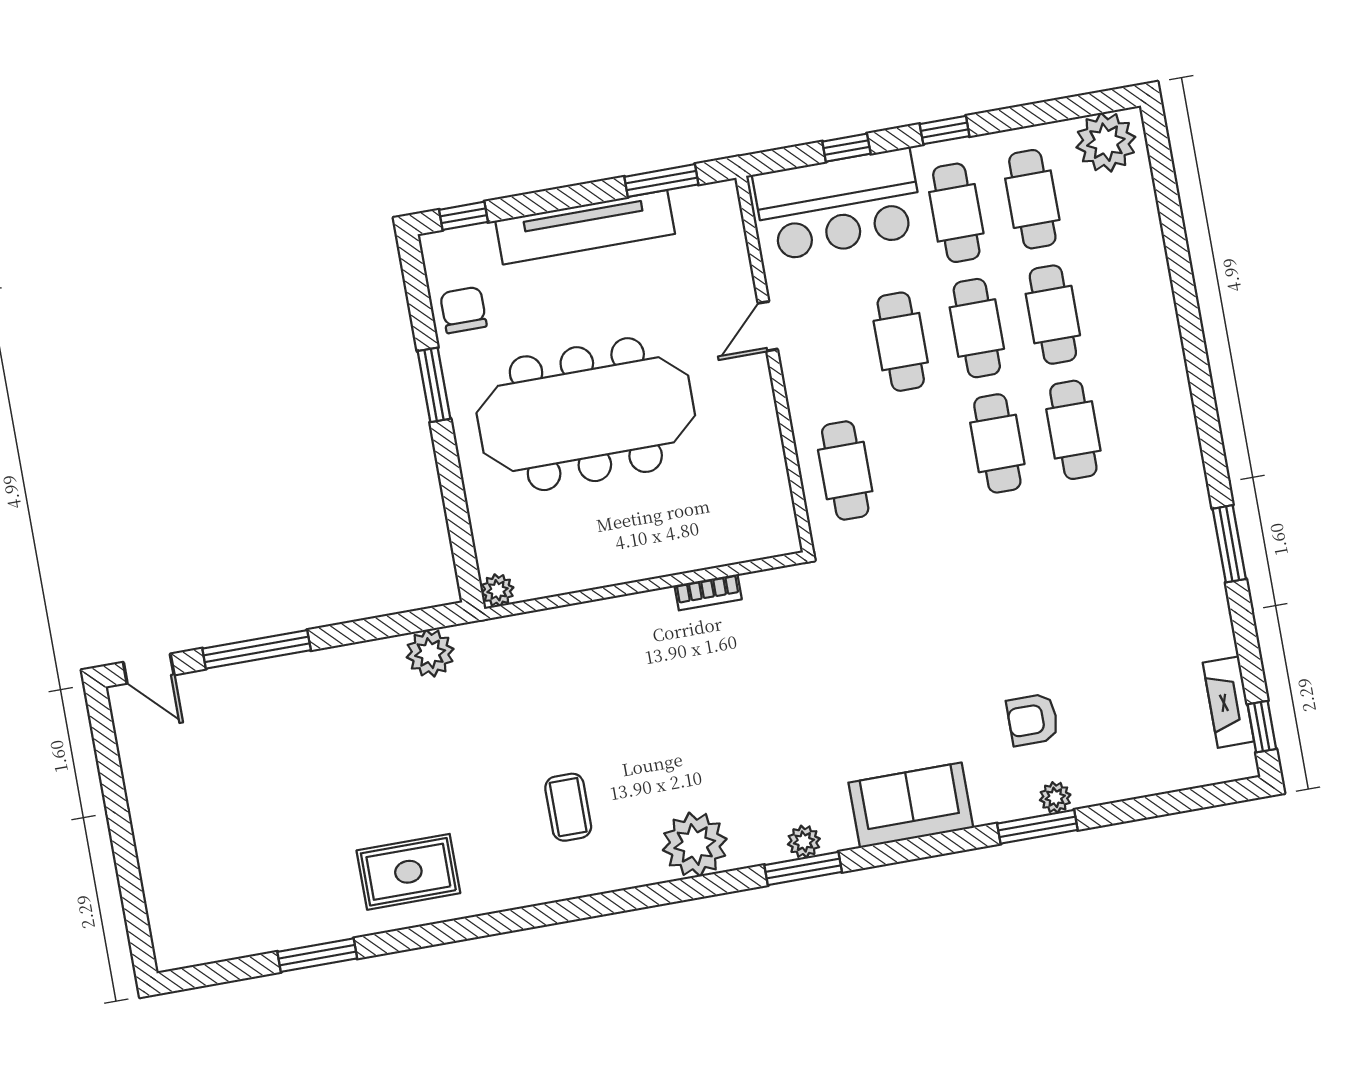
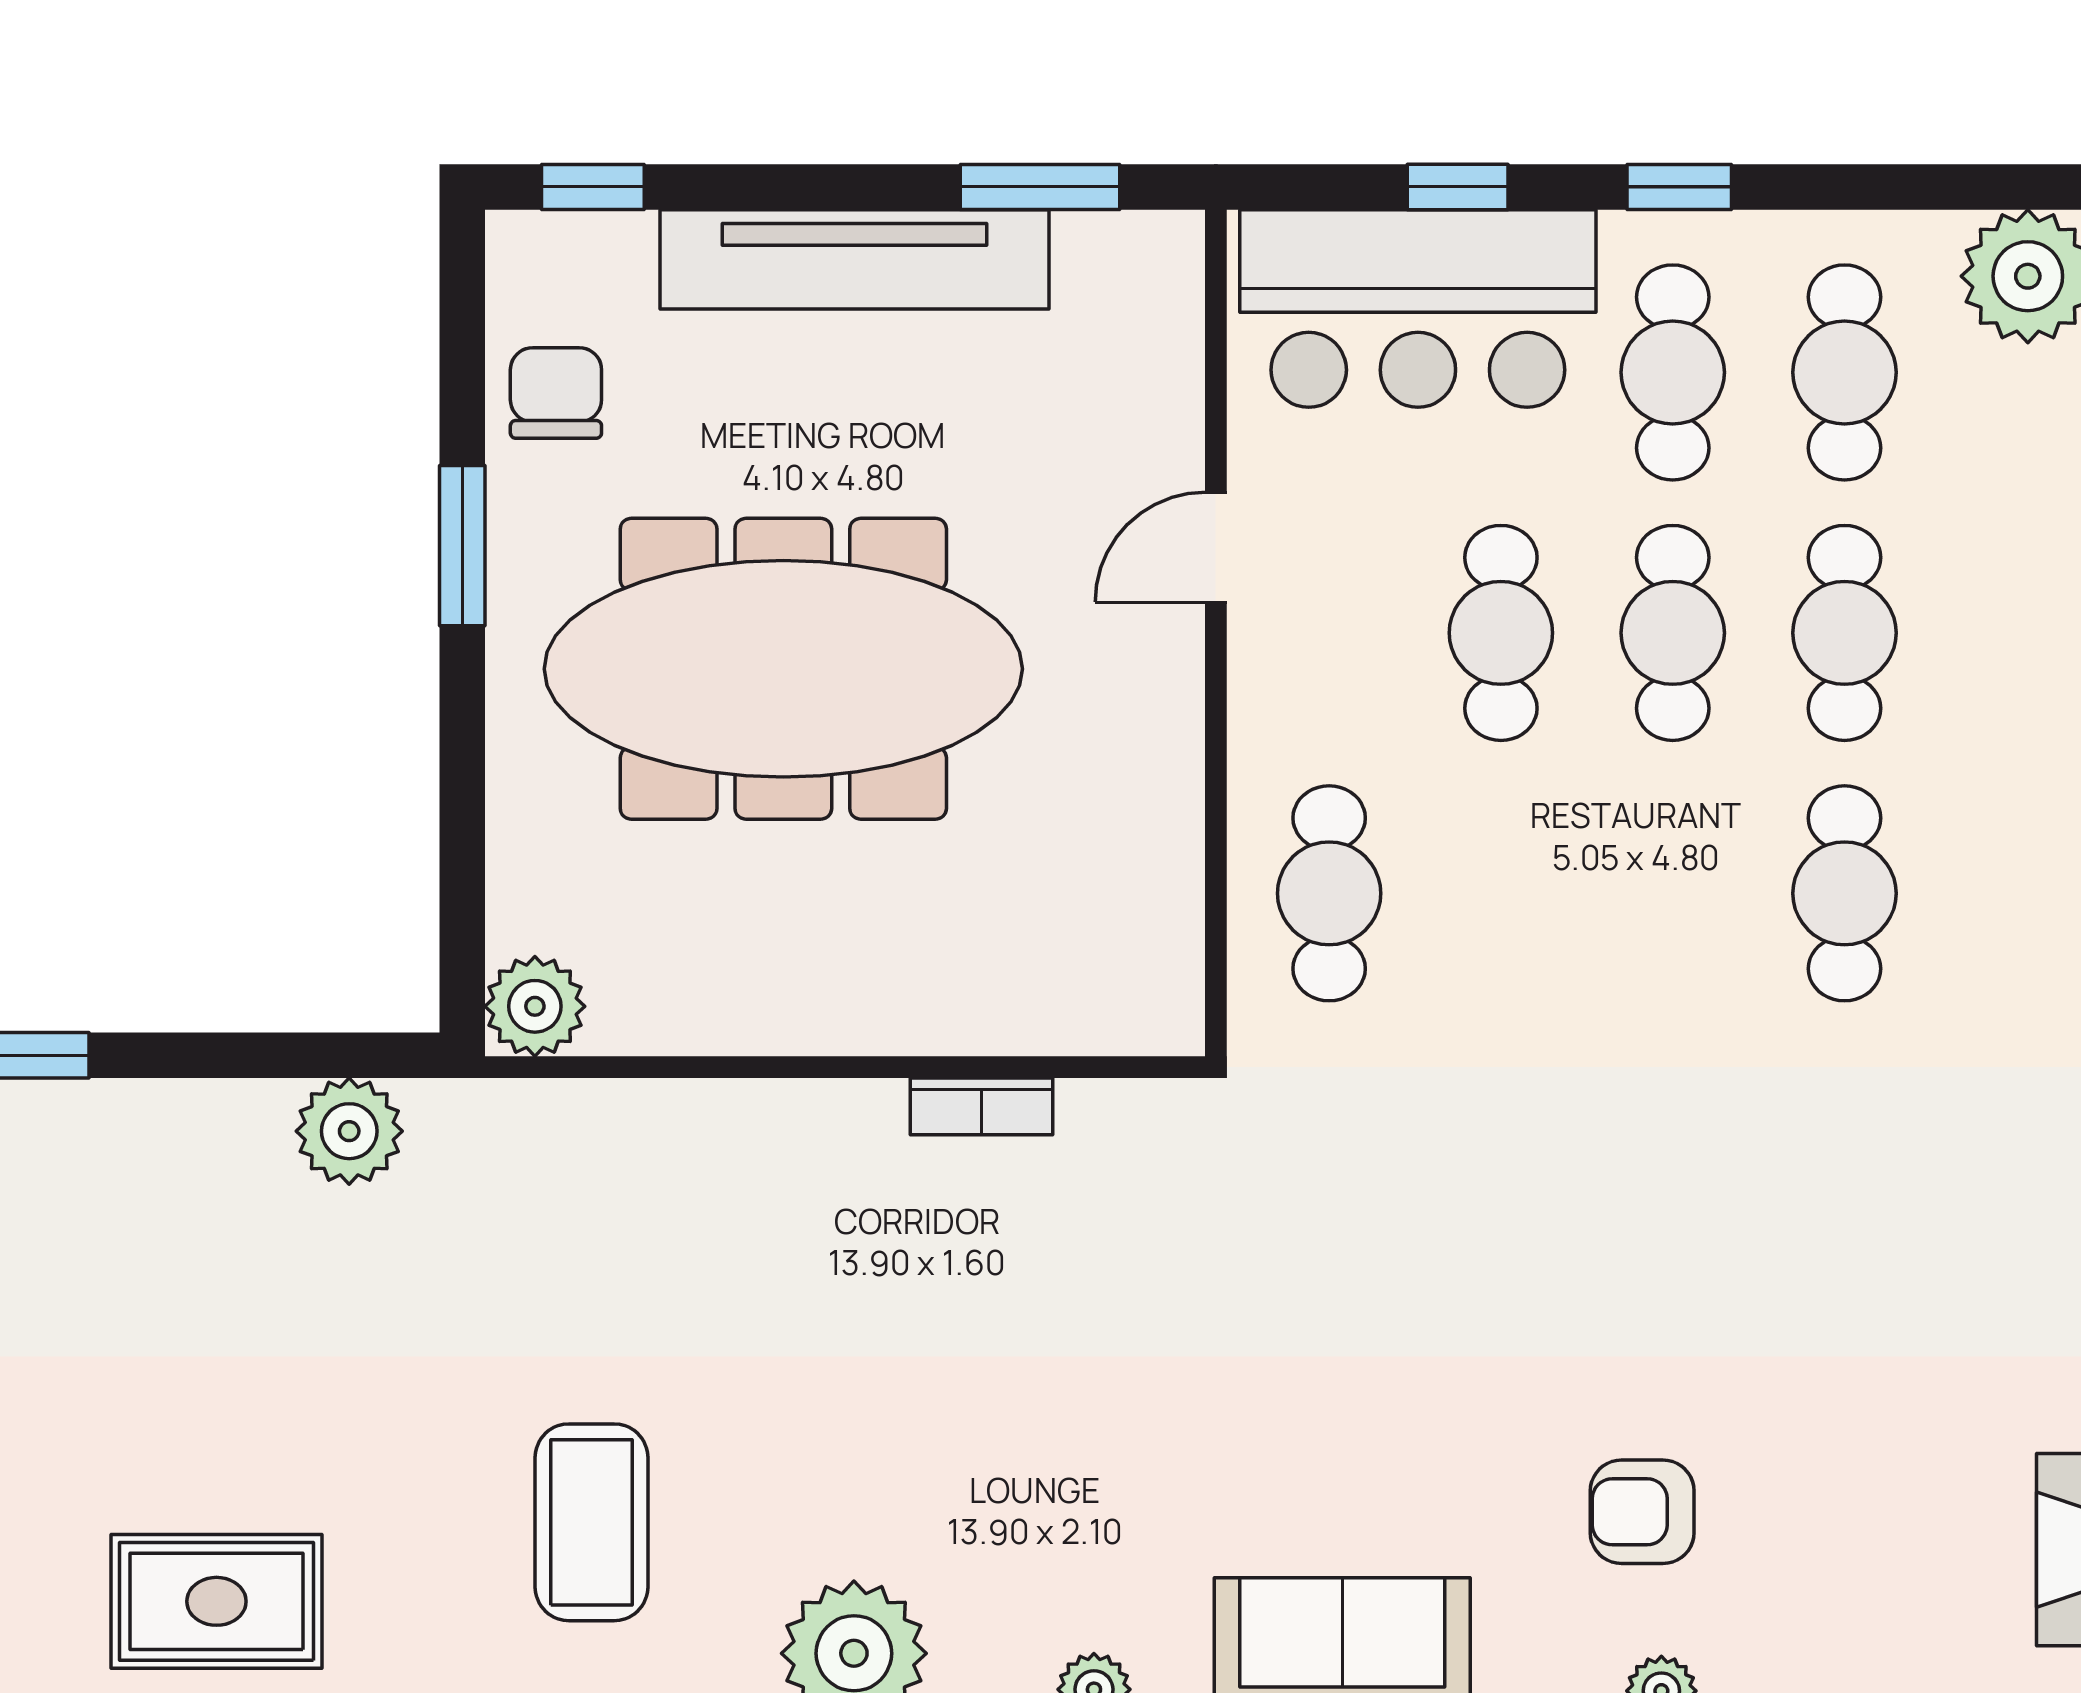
cafe table: (997, 443) -> (1673, 893), removed
plant: (497, 590) -> (535, 1006), width x1.38, depth x1.38
coffee table: (568, 807) -> (592, 1522), width x1.36, depth x1.30

